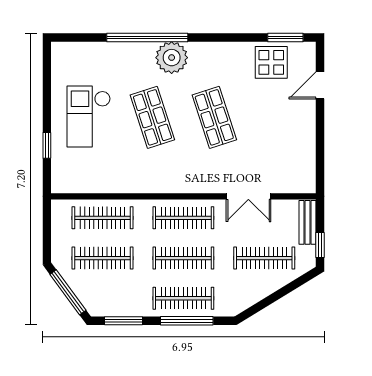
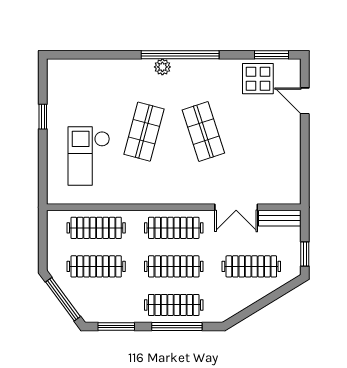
window: (147, 37) -> (180, 55), moved
plant: (172, 58) -> (162, 67), width x0.53, depth x0.53
door: (320, 85) -> (305, 101), hinge flipped
checkout: (89, 117) -> (89, 156), moved
shop shelf: (152, 117) -> (144, 132), turned 33
window: (47, 145) -> (43, 117), moved
bench: (308, 222) -> (280, 218), moved, turned 90

